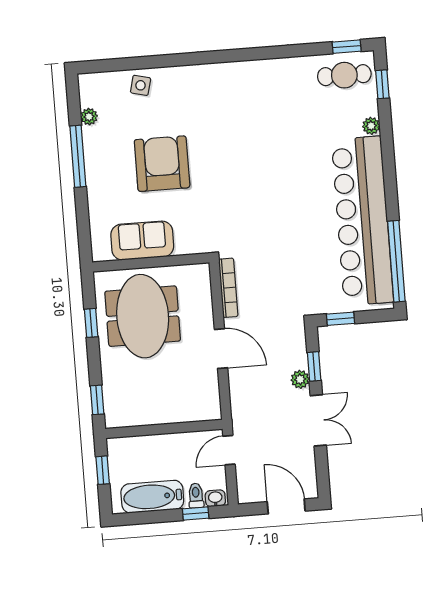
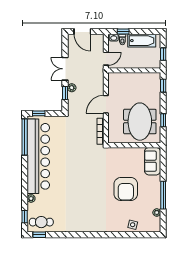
sofa: (142, 241) -> (153, 161), moved, turned 90
window: (341, 319) -> (39, 113), moved
door: (221, 349) -> (106, 104), hinge flipped

